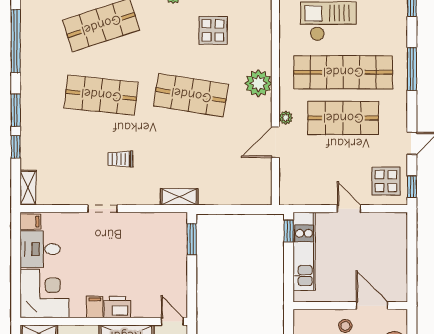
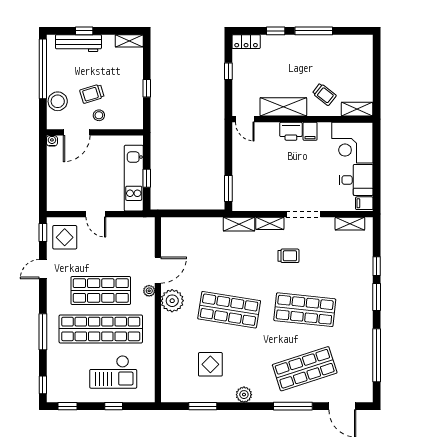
plant: (258, 83) -> (172, 301), moved
shelving: (28, 188) -> (350, 224), moved, turned 90
shelving: (143, 198) -> (270, 223), added
doorway: (103, 209) -> (303, 214), width x1.38
window: (289, 231) -> (147, 178), moved
water cooler: (401, 296) -> (52, 141), added
door: (372, 306) -> (77, 132), hinge flipped

